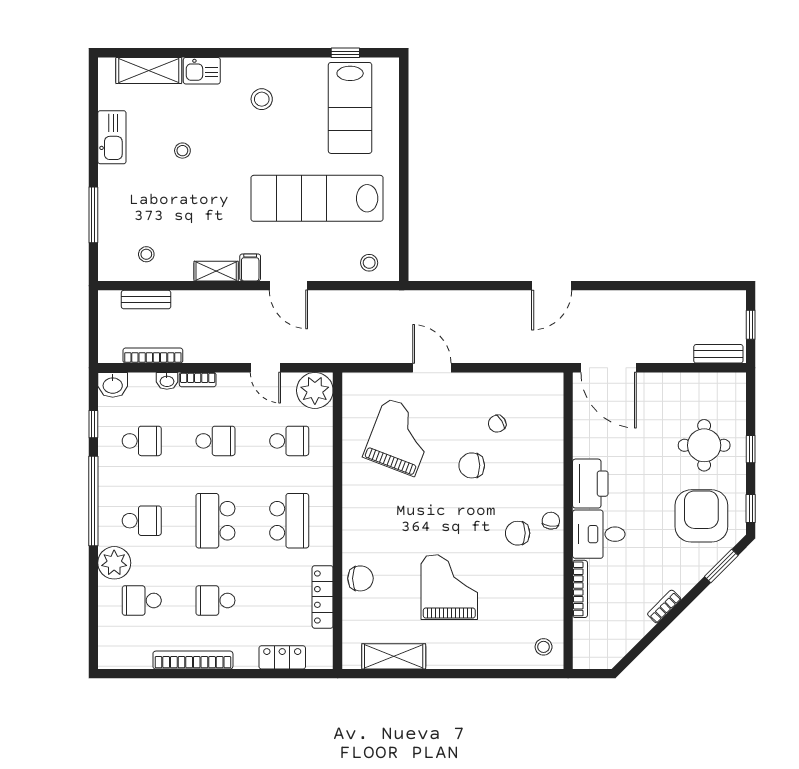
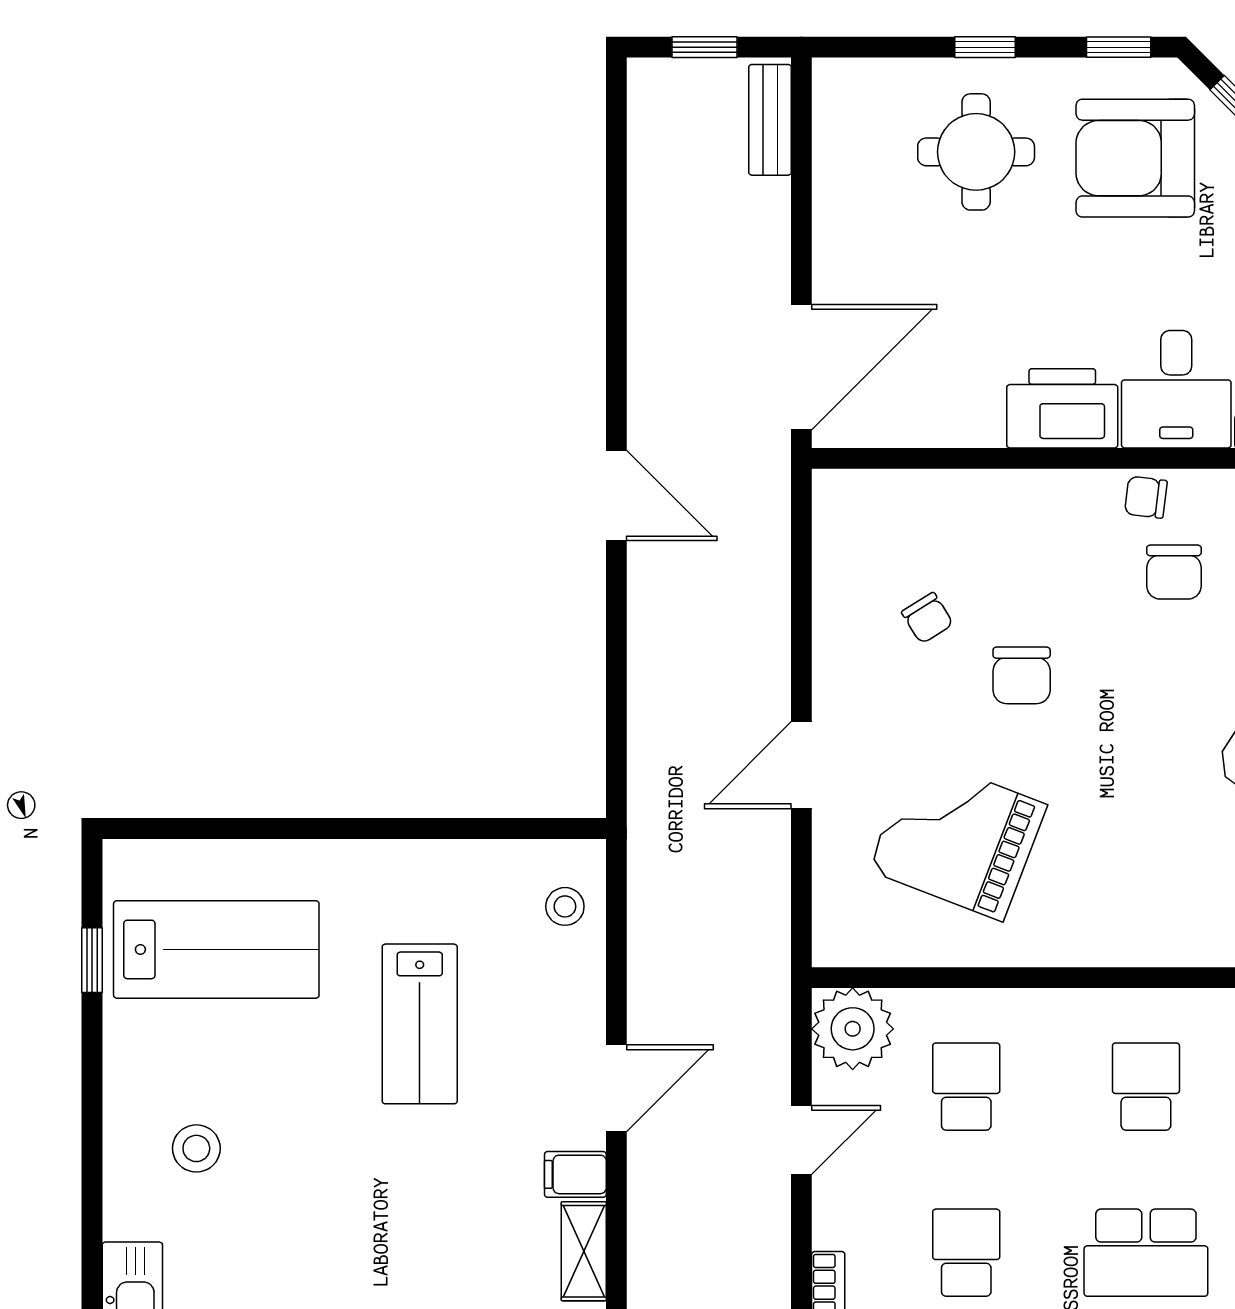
lab bench: (317, 198) -> (420, 1024), width x0.54, depth x0.72
school desk: (289, 521) -> (1146, 1087), width x0.54

